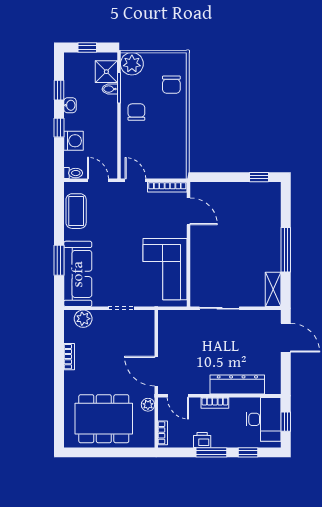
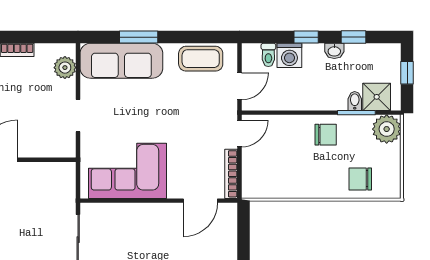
toilet: (73, 173) -> (268, 55), moved

